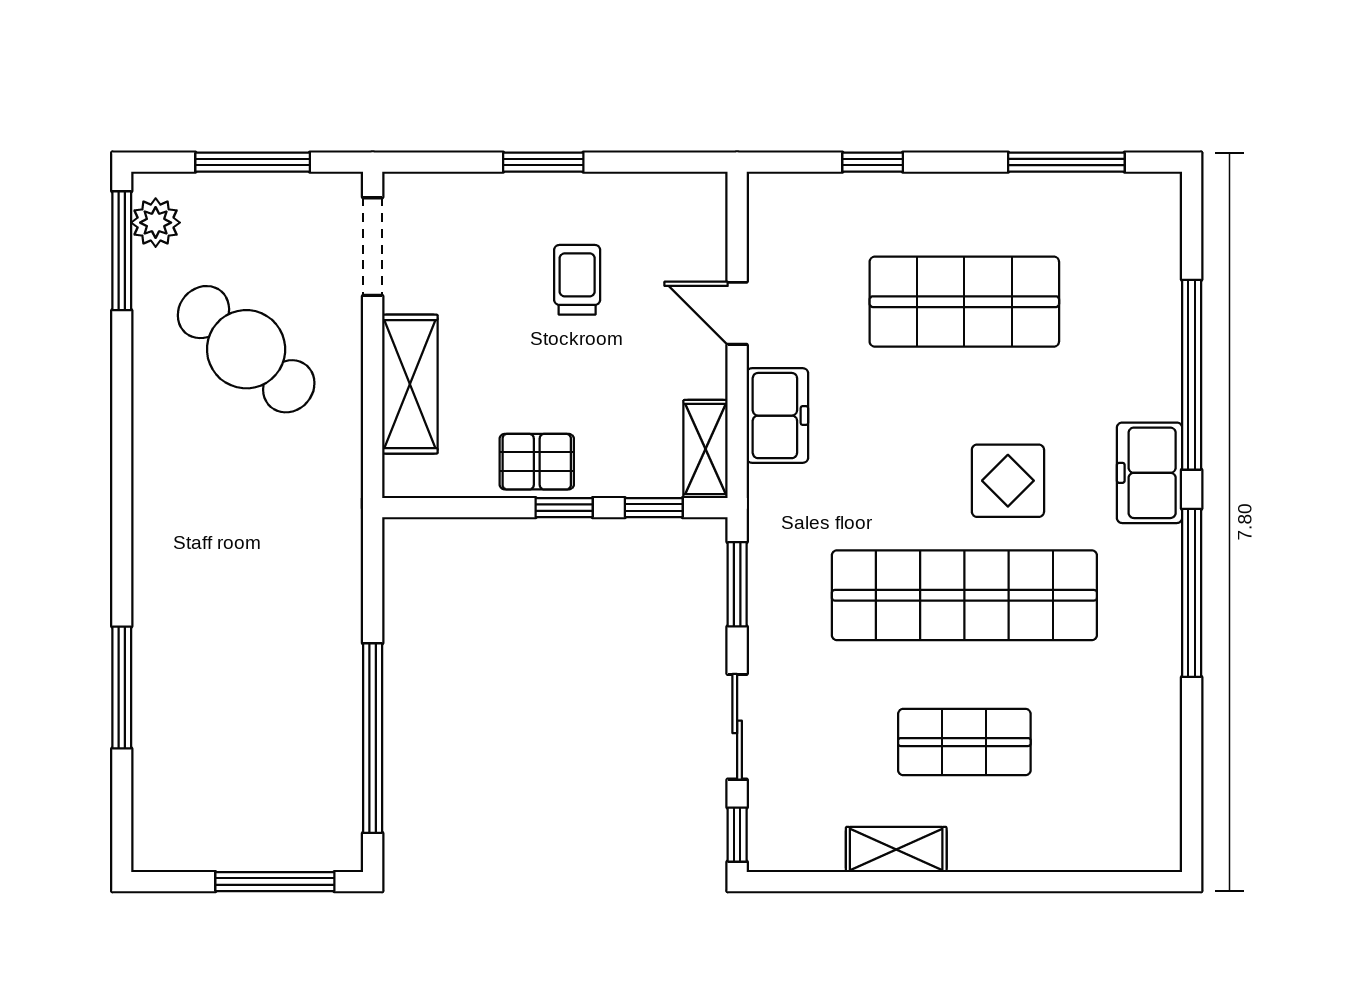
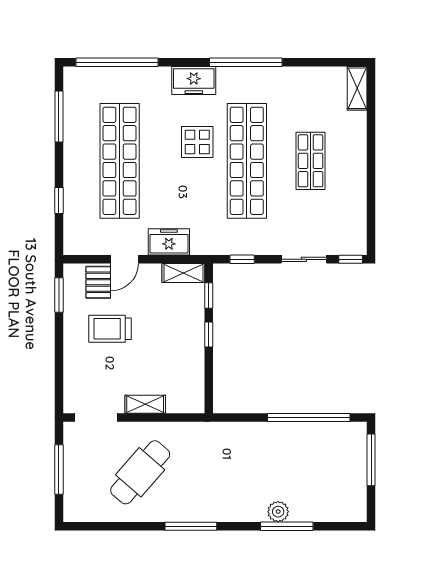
window: (543, 162) -> (59, 295), moved
plant: (156, 223) -> (278, 512), moved
window: (122, 251) -> (191, 526), moved
trolley: (577, 280) -> (110, 329), width x1.36, depth x1.39
shop shelf: (964, 302) -> (120, 161), width x1.40
window: (1192, 375) -> (117, 62), moved
shelving: (410, 384) -> (145, 404), width x0.67, depth x0.75
pallet: (537, 462) -> (98, 282), moved
window: (737, 584) -> (242, 259), width x0.67
shelving: (896, 849) -> (357, 88), moved

